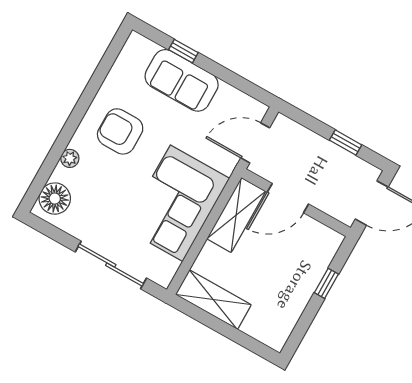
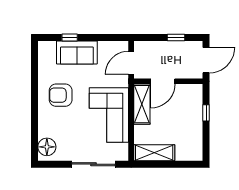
plant: (70, 158) -> (43, 123), removed

